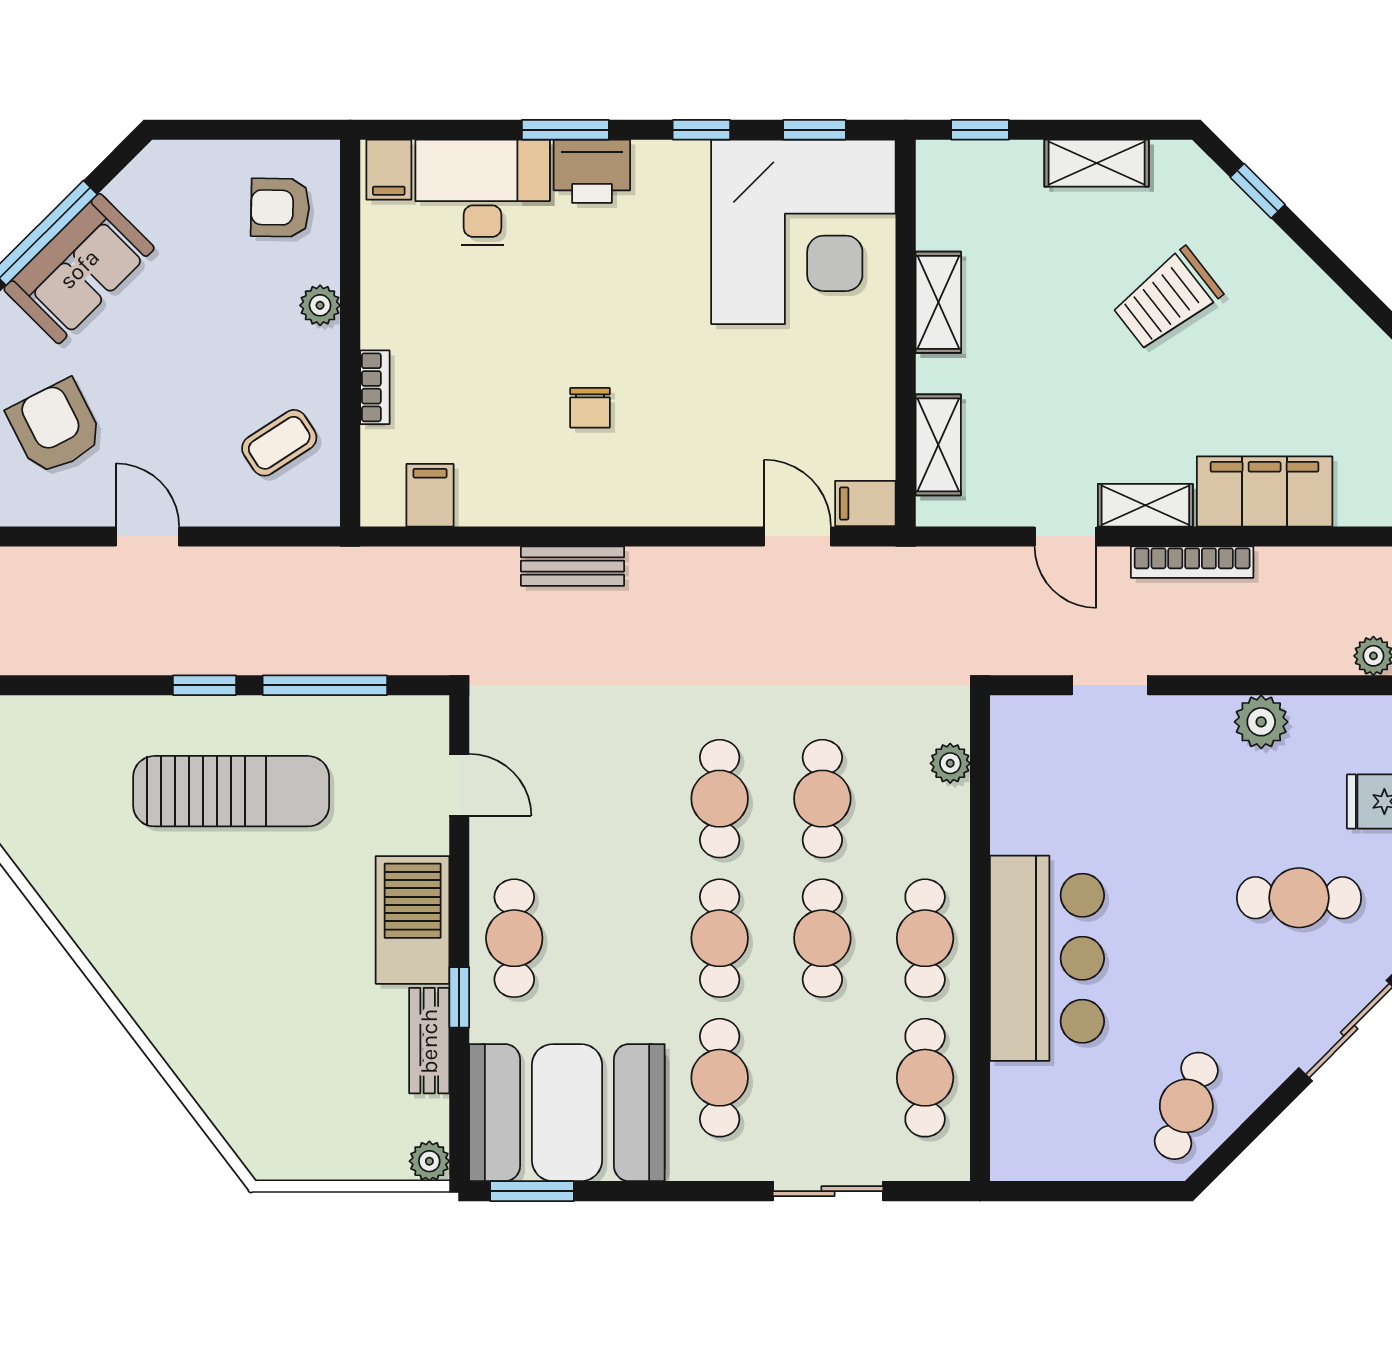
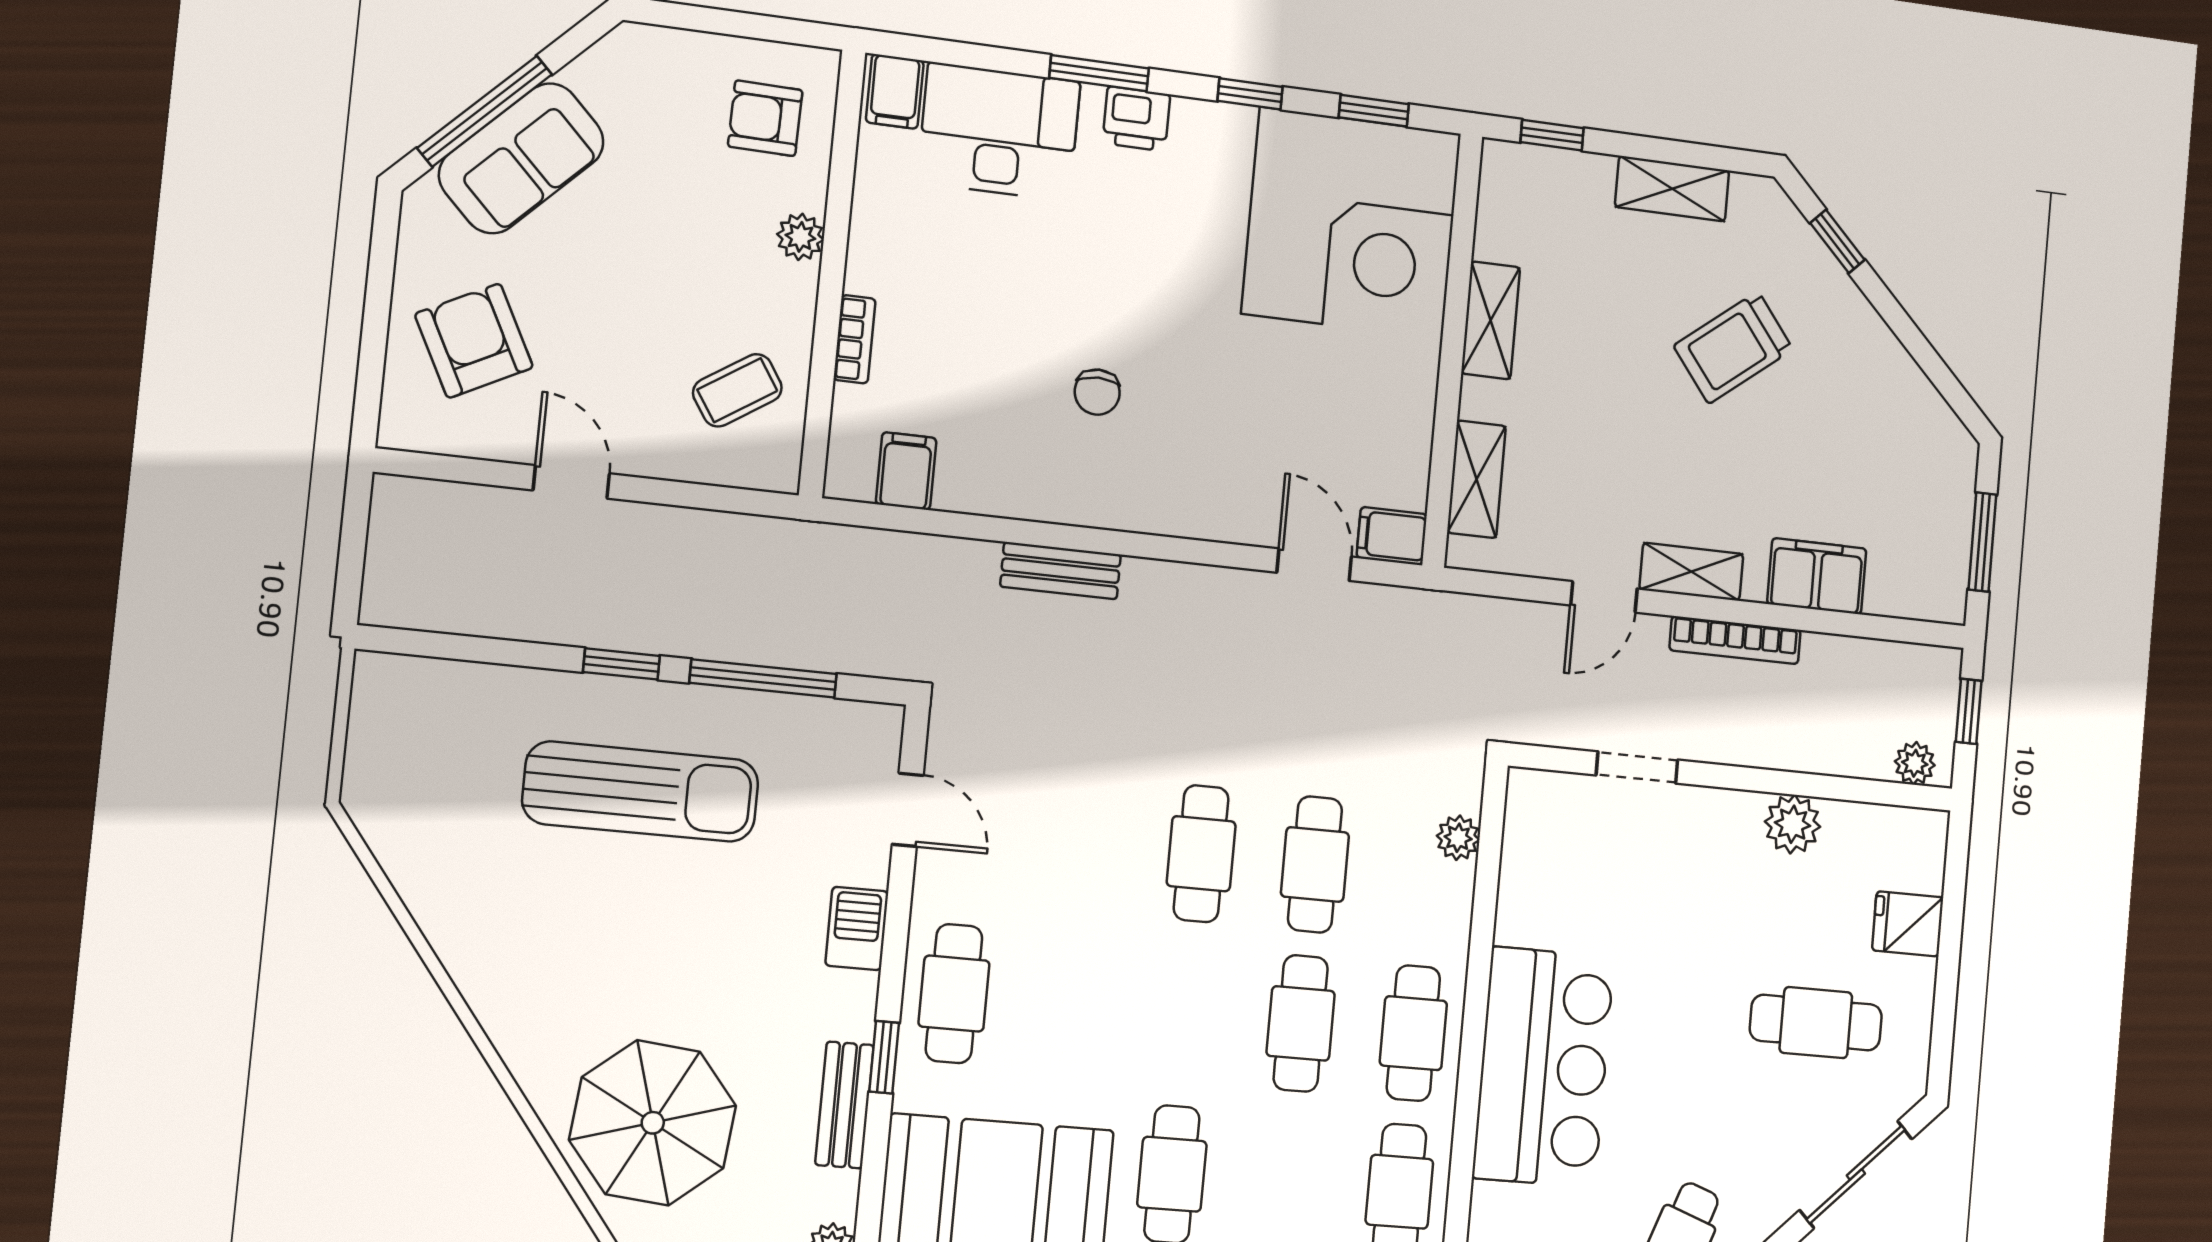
printer: (592, 171) -> (1136, 119), width x0.73, depth x0.81
filing cabinet: (1265, 491) -> (1817, 576), width x0.67, depth x0.86
door: (1065, 536) -> (1604, 597), hinge flipped
barbecue: (413, 920) -> (857, 928), width x0.53, depth x0.65
cafe table: (720, 938) -> (1187, 1014), removed
parasol: (269, 1068) -> (653, 1123), added

